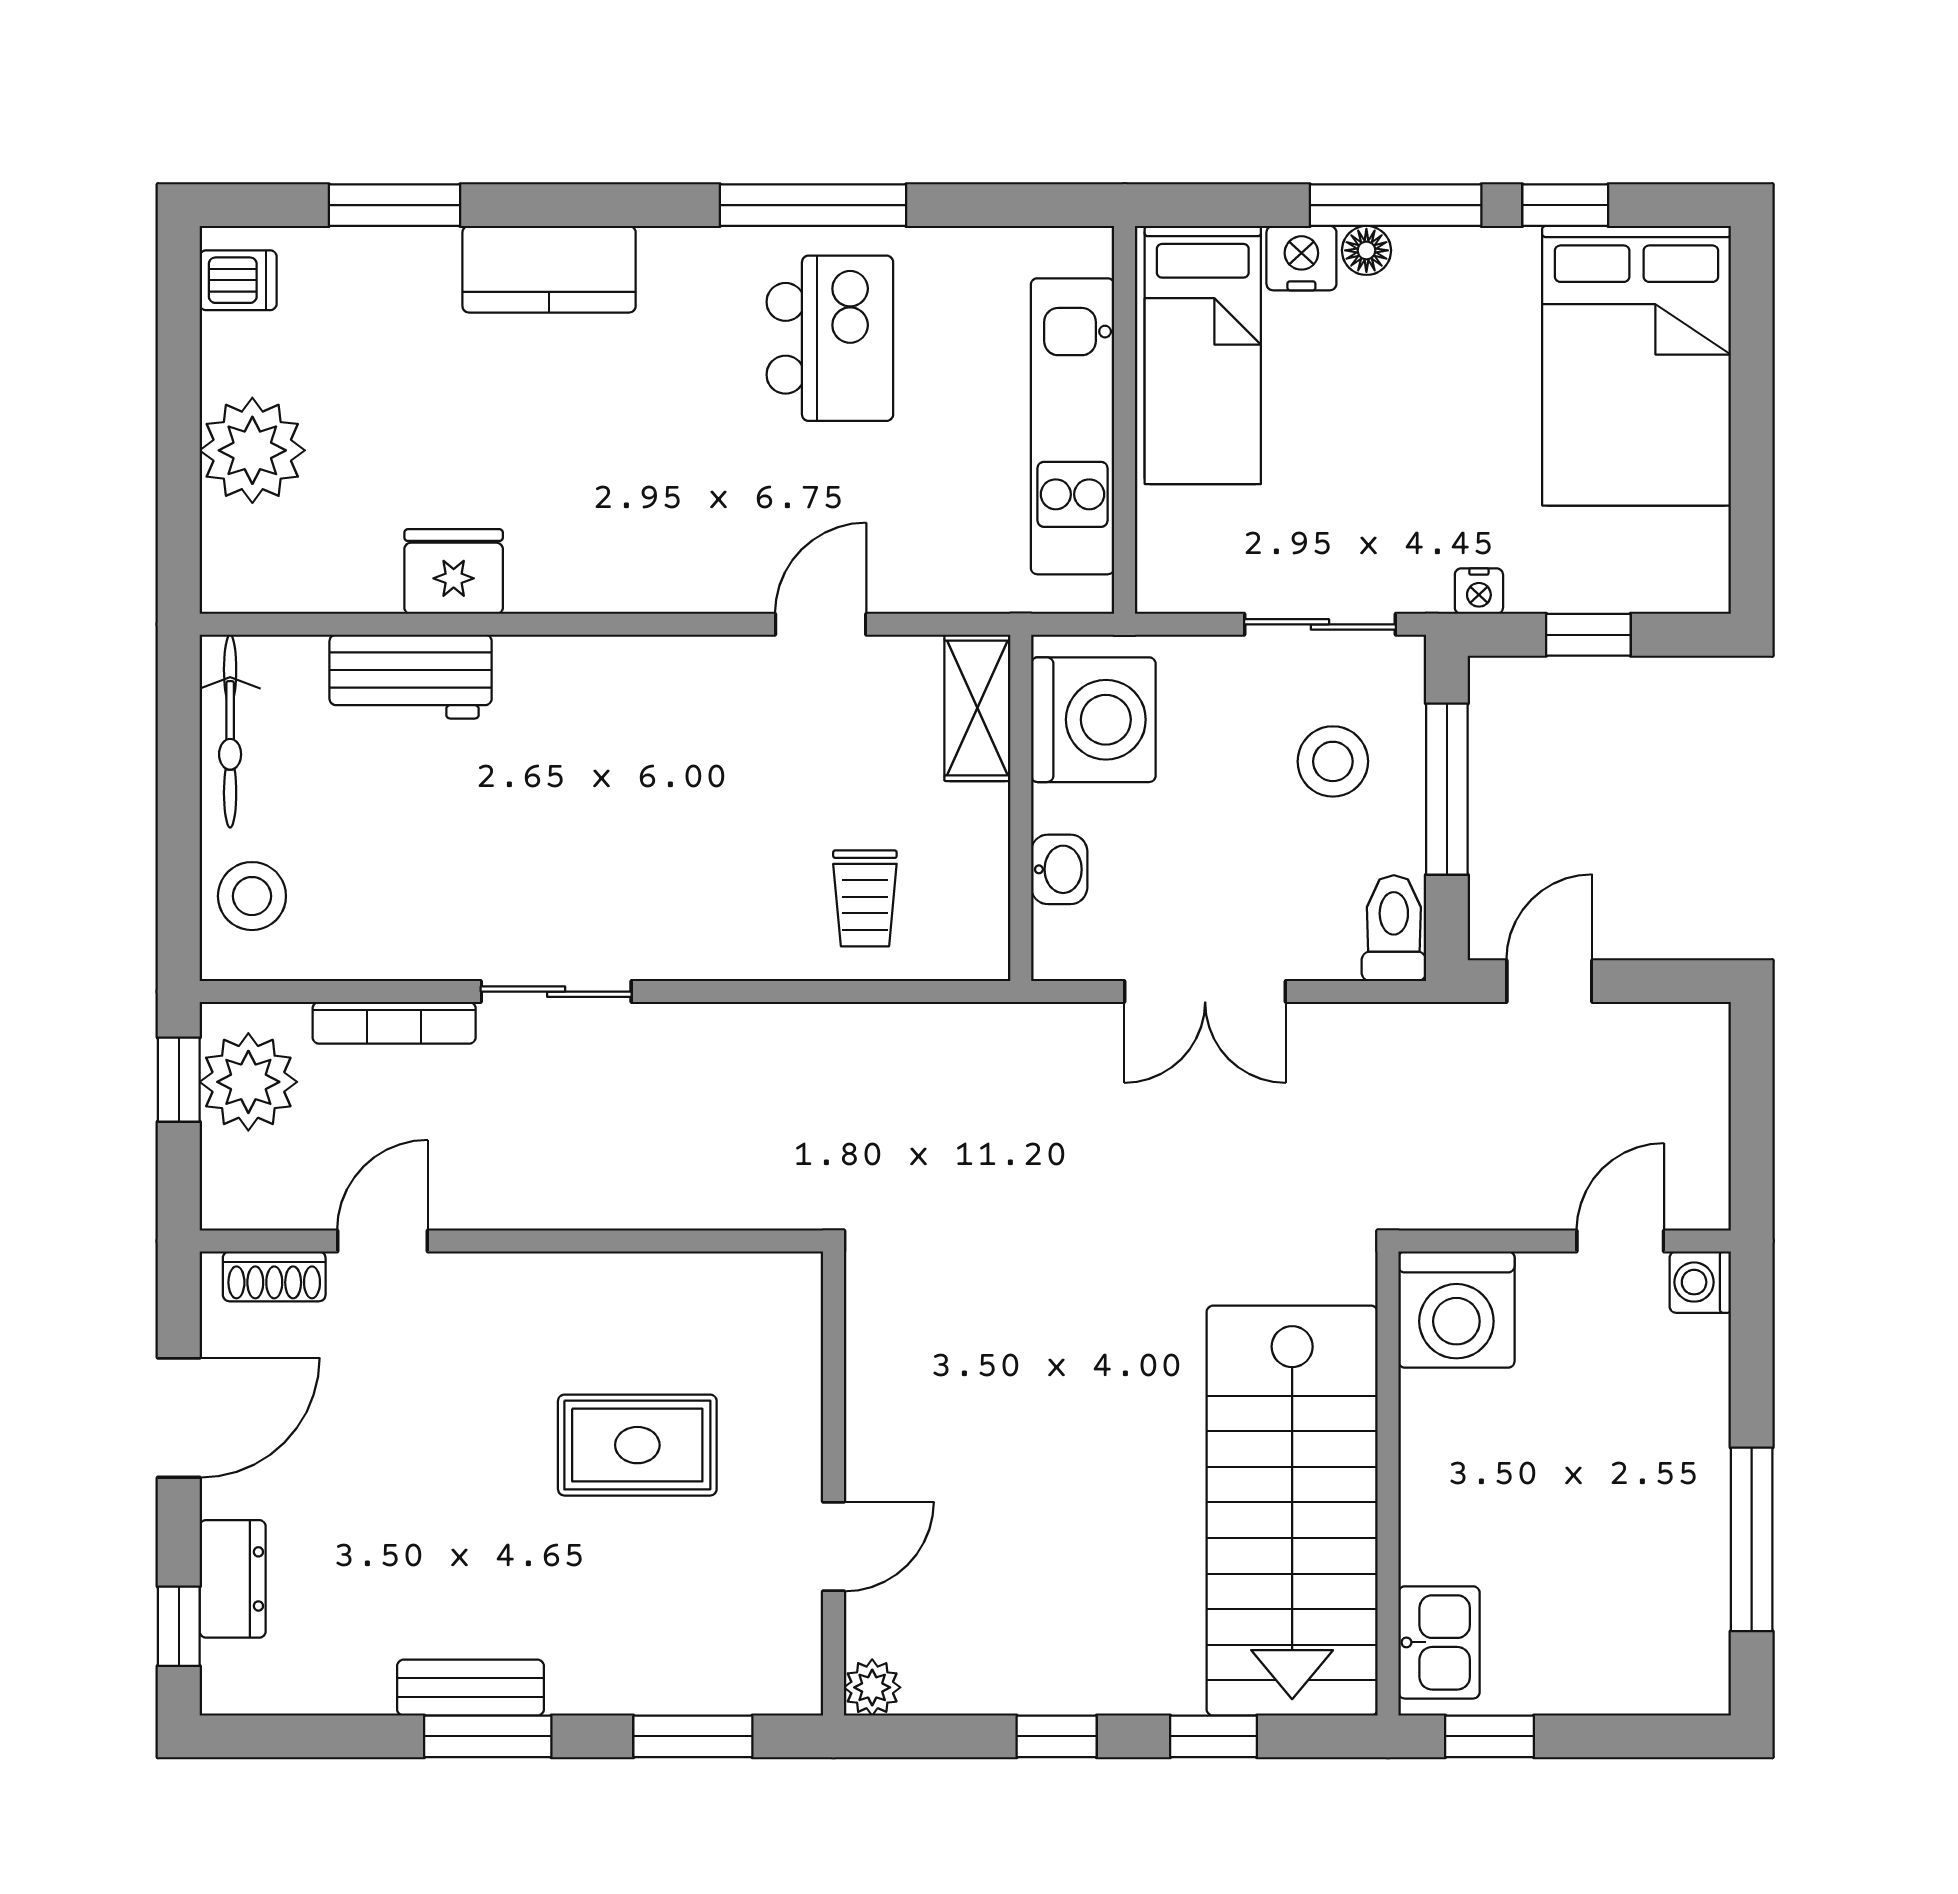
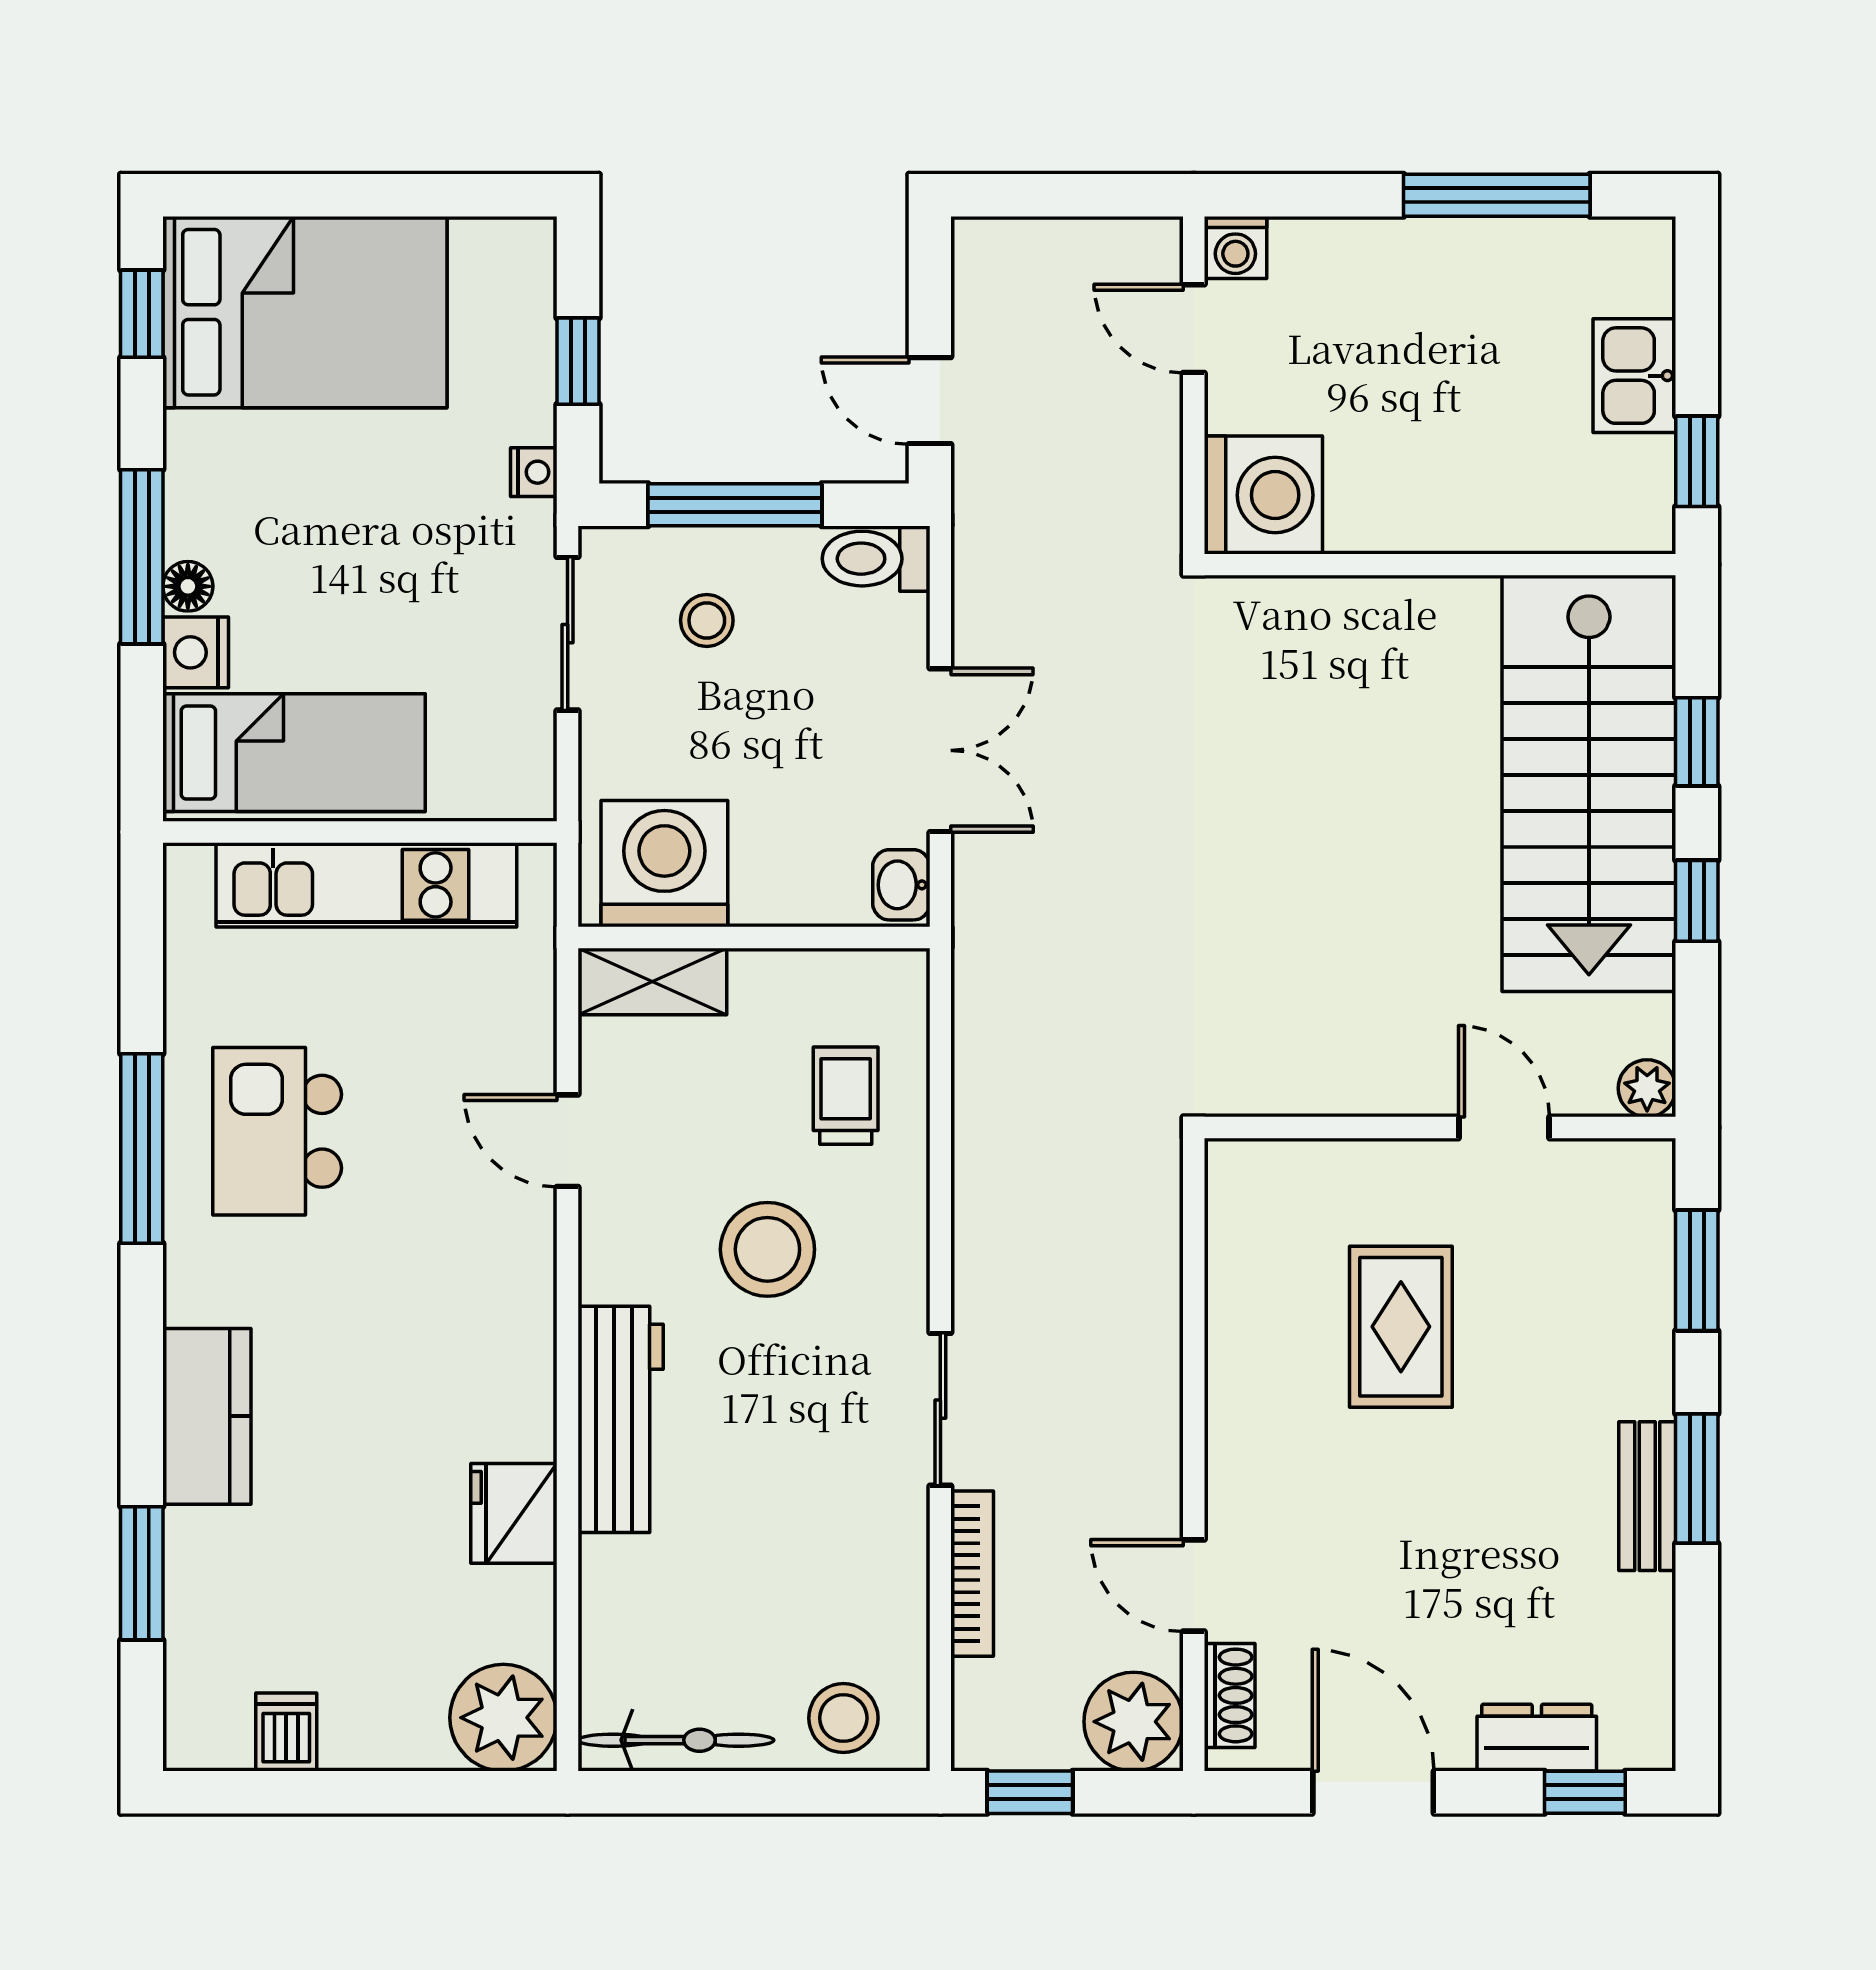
window: (1565, 205) -> (142, 314), moved
dishwasher: (238, 280) -> (286, 1732), moved
kitchen island: (830, 338) -> (277, 1131), turned -90
plant: (252, 450) -> (503, 1718), moved
workbench: (411, 677) -> (621, 1419), moved, width x1.38
stool: (1333, 761) -> (707, 620), width x0.73, depth x0.73
stool: (714, 821) -> (767, 1249), added
washbasin: (1059, 869) -> (901, 885), moved, turned -90
trolley: (865, 898) -> (846, 1096), turned -90
plant: (248, 1082) -> (1134, 1722), moved
stairs: (1292, 1511) -> (1589, 783), moved, turned 90
kitchen sink: (1439, 1642) -> (1634, 376), moved, turned -90

